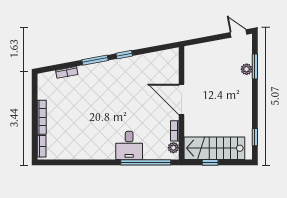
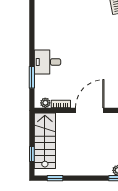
window: (146, 162) -> (32, 77), width x0.47
window: (210, 162) -> (32, 154), moved

